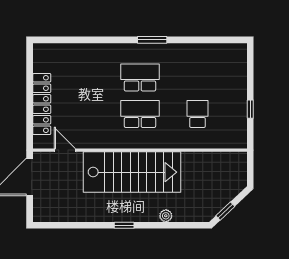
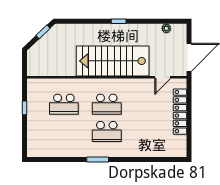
school desk: (197, 114) -> (64, 104), width x1.85
door: (65, 150) -> (163, 77), hinge flipped
plant: (166, 216) -> (166, 28), moved

